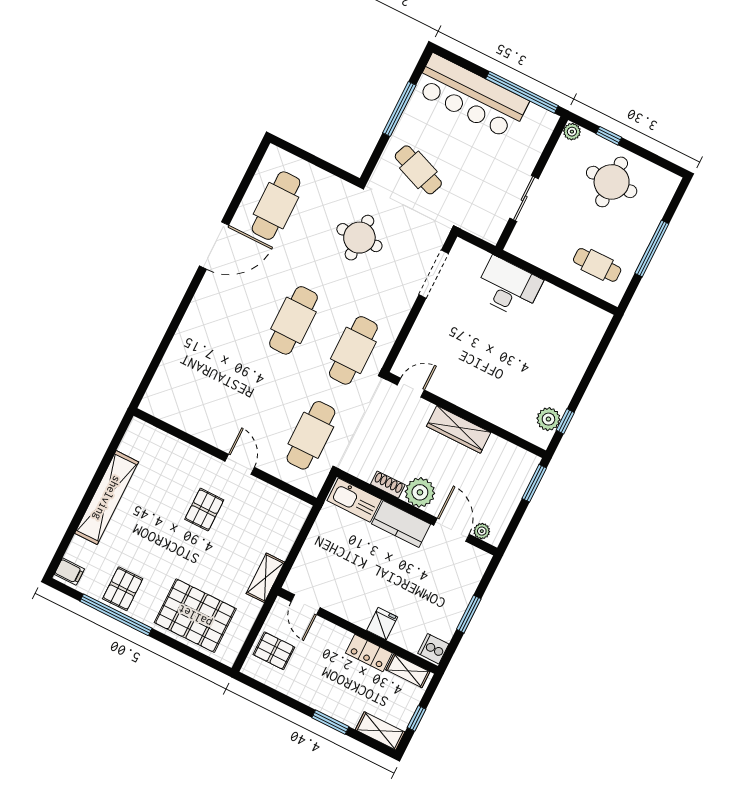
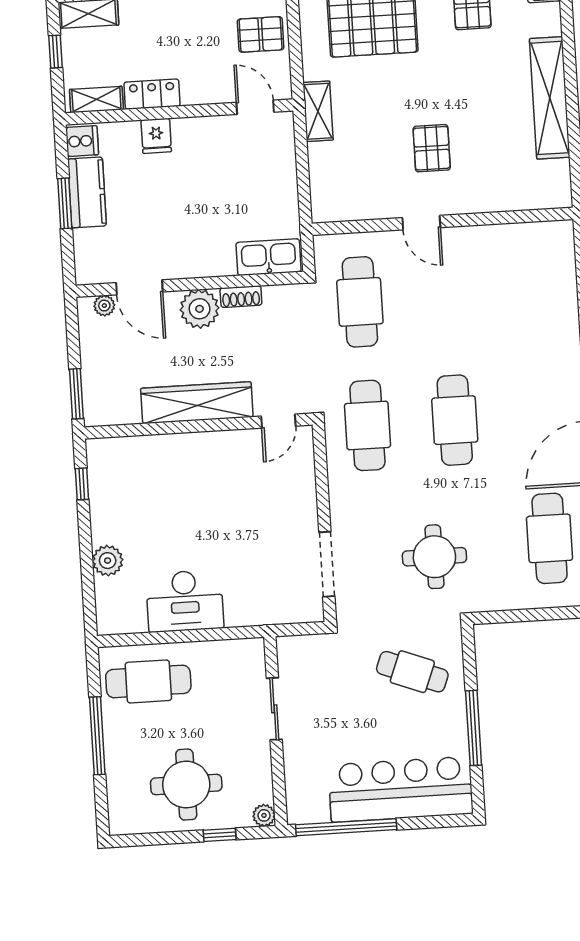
cafe table: (597, 265) -> (148, 681), width x1.37, depth x1.35
desk: (508, 287) -> (185, 601), moved
plant: (548, 419) -> (108, 561), moved
wardrobe: (459, 429) -> (197, 403), width x1.40, depth x1.17
kitchen counter: (401, 524) -> (87, 192), moved, turned 90

